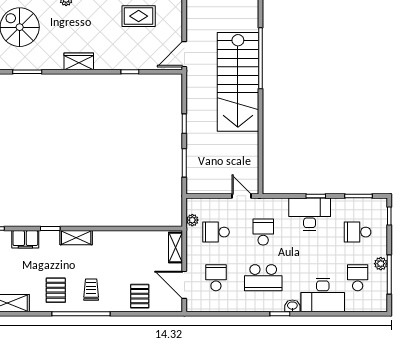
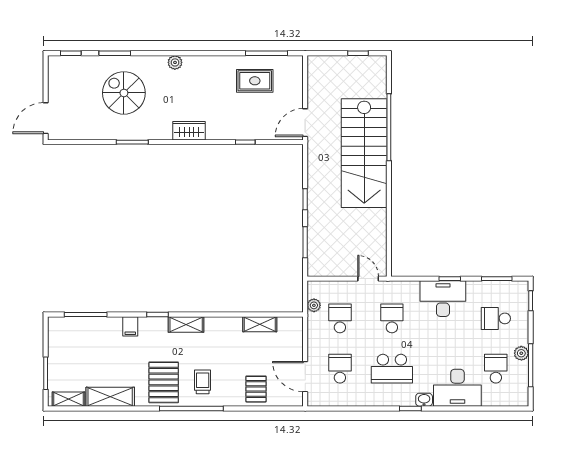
school desk: (216, 232) -> (340, 318), turned 90
filing cabinet: (25, 239) -> (130, 326), width x0.50
shelving: (176, 247) -> (260, 324), moved, turned 90
pallet: (56, 290) -> (164, 382), width x1.50, depth x1.42

